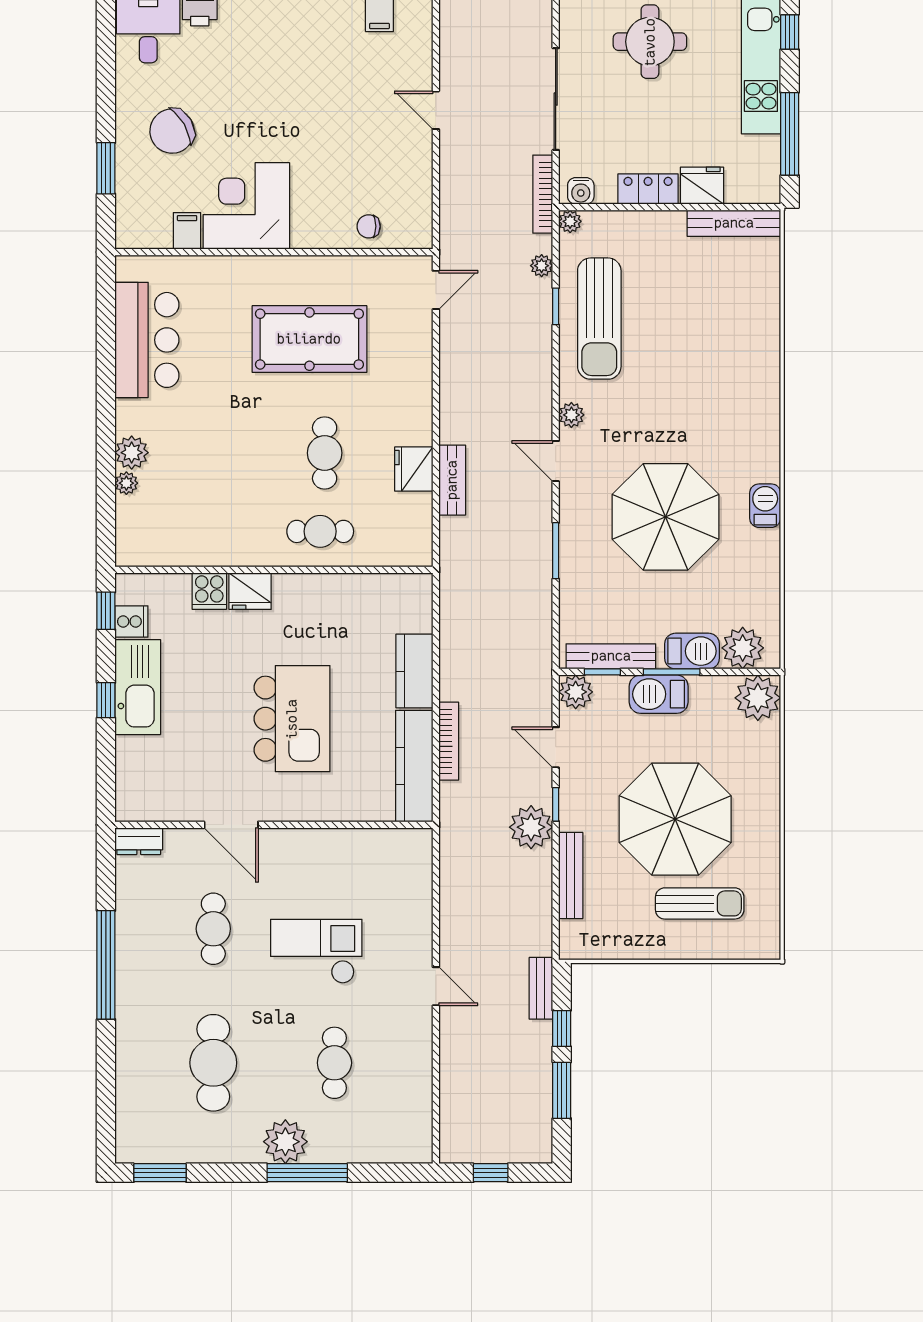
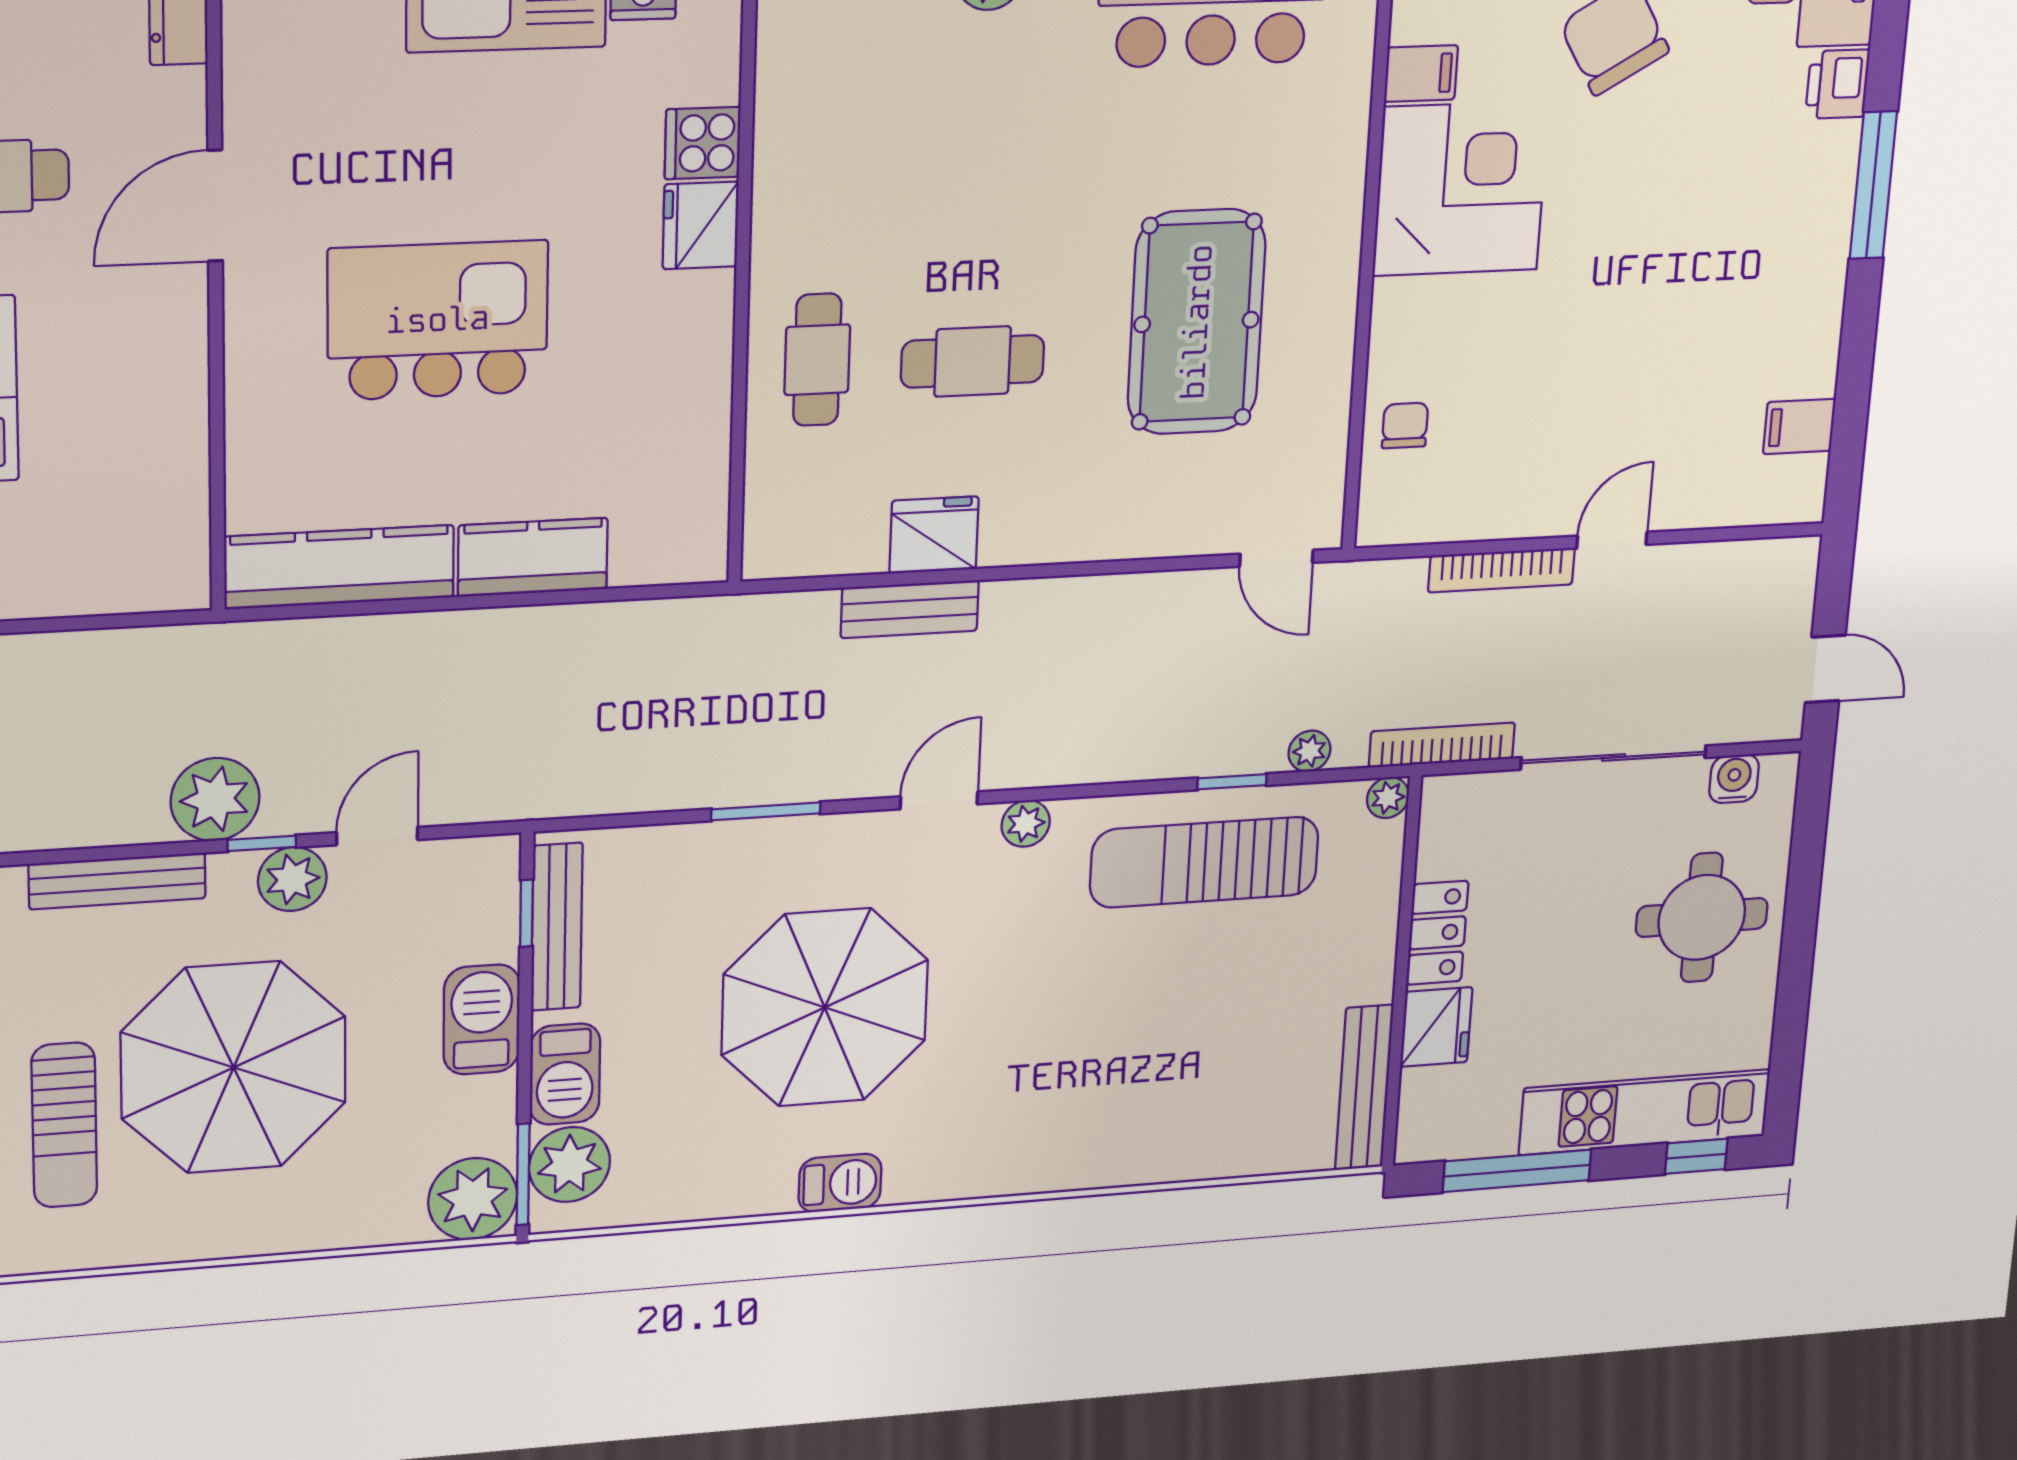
water cooler: (581, 191) -> (1734, 779), moved, turned 90
window: (672, 672) -> (523, 1174), moved
plant: (576, 692) -> (292, 879), moved
kitchen island: (292, 719) -> (438, 320), turned 180
bookcase: (449, 741) -> (1501, 570), moved

